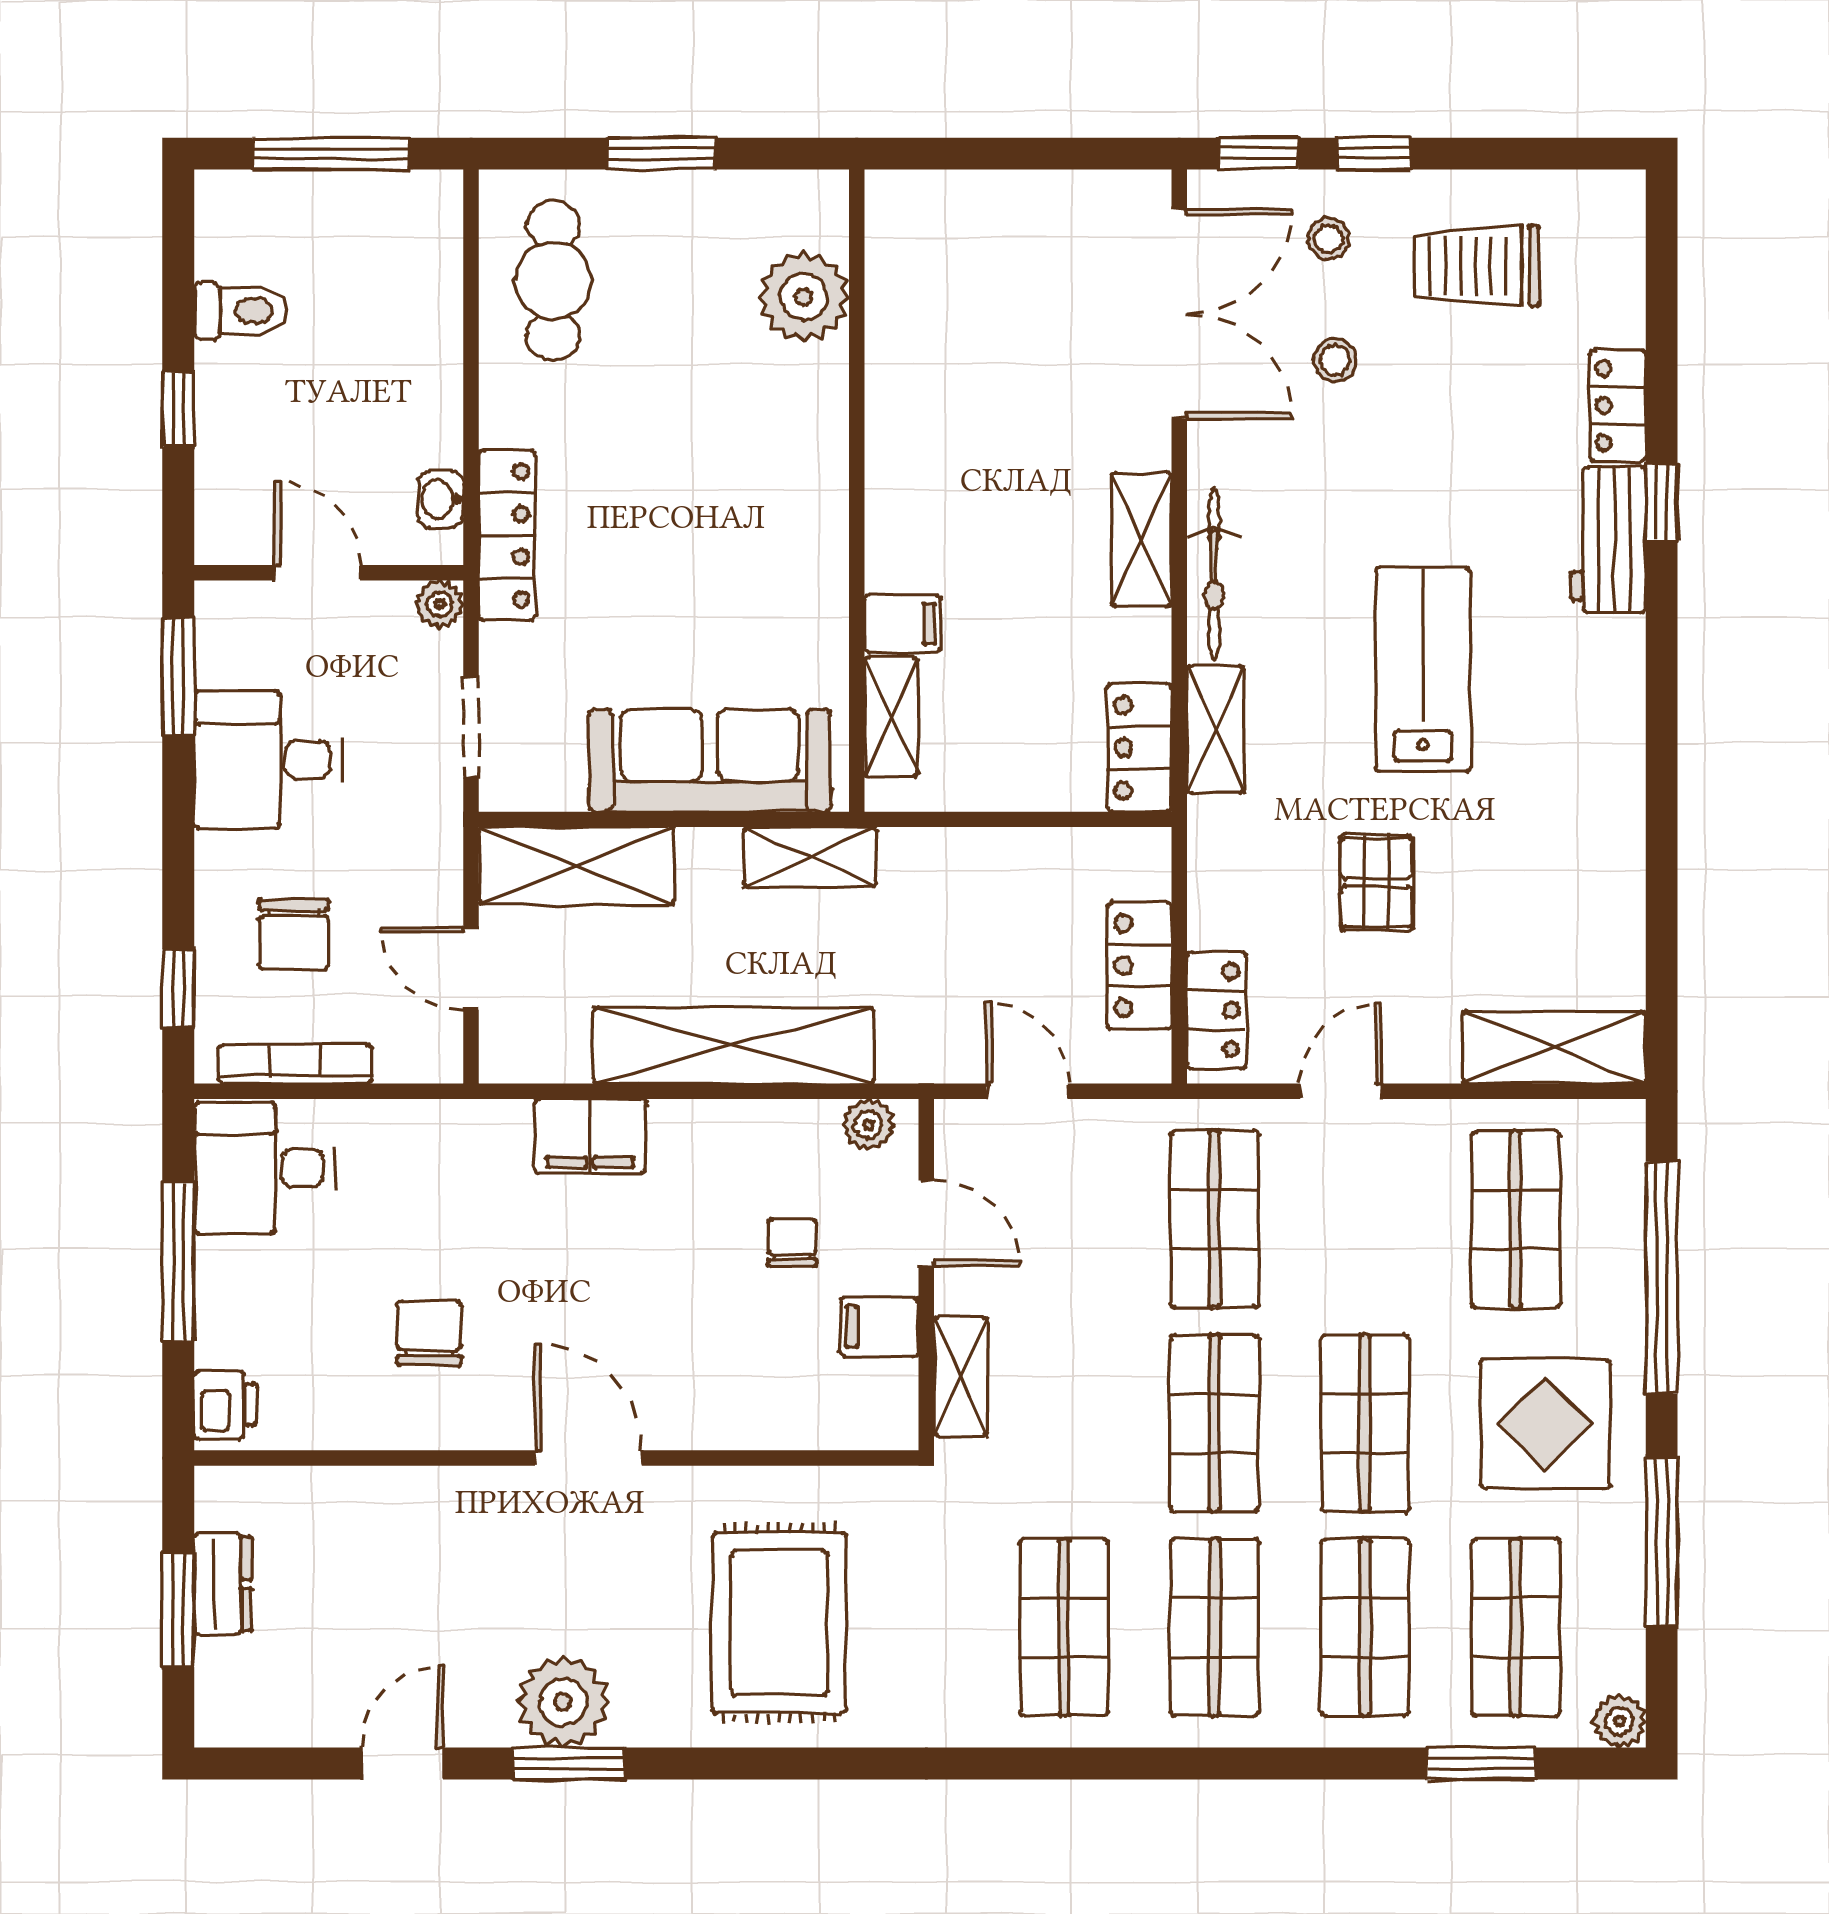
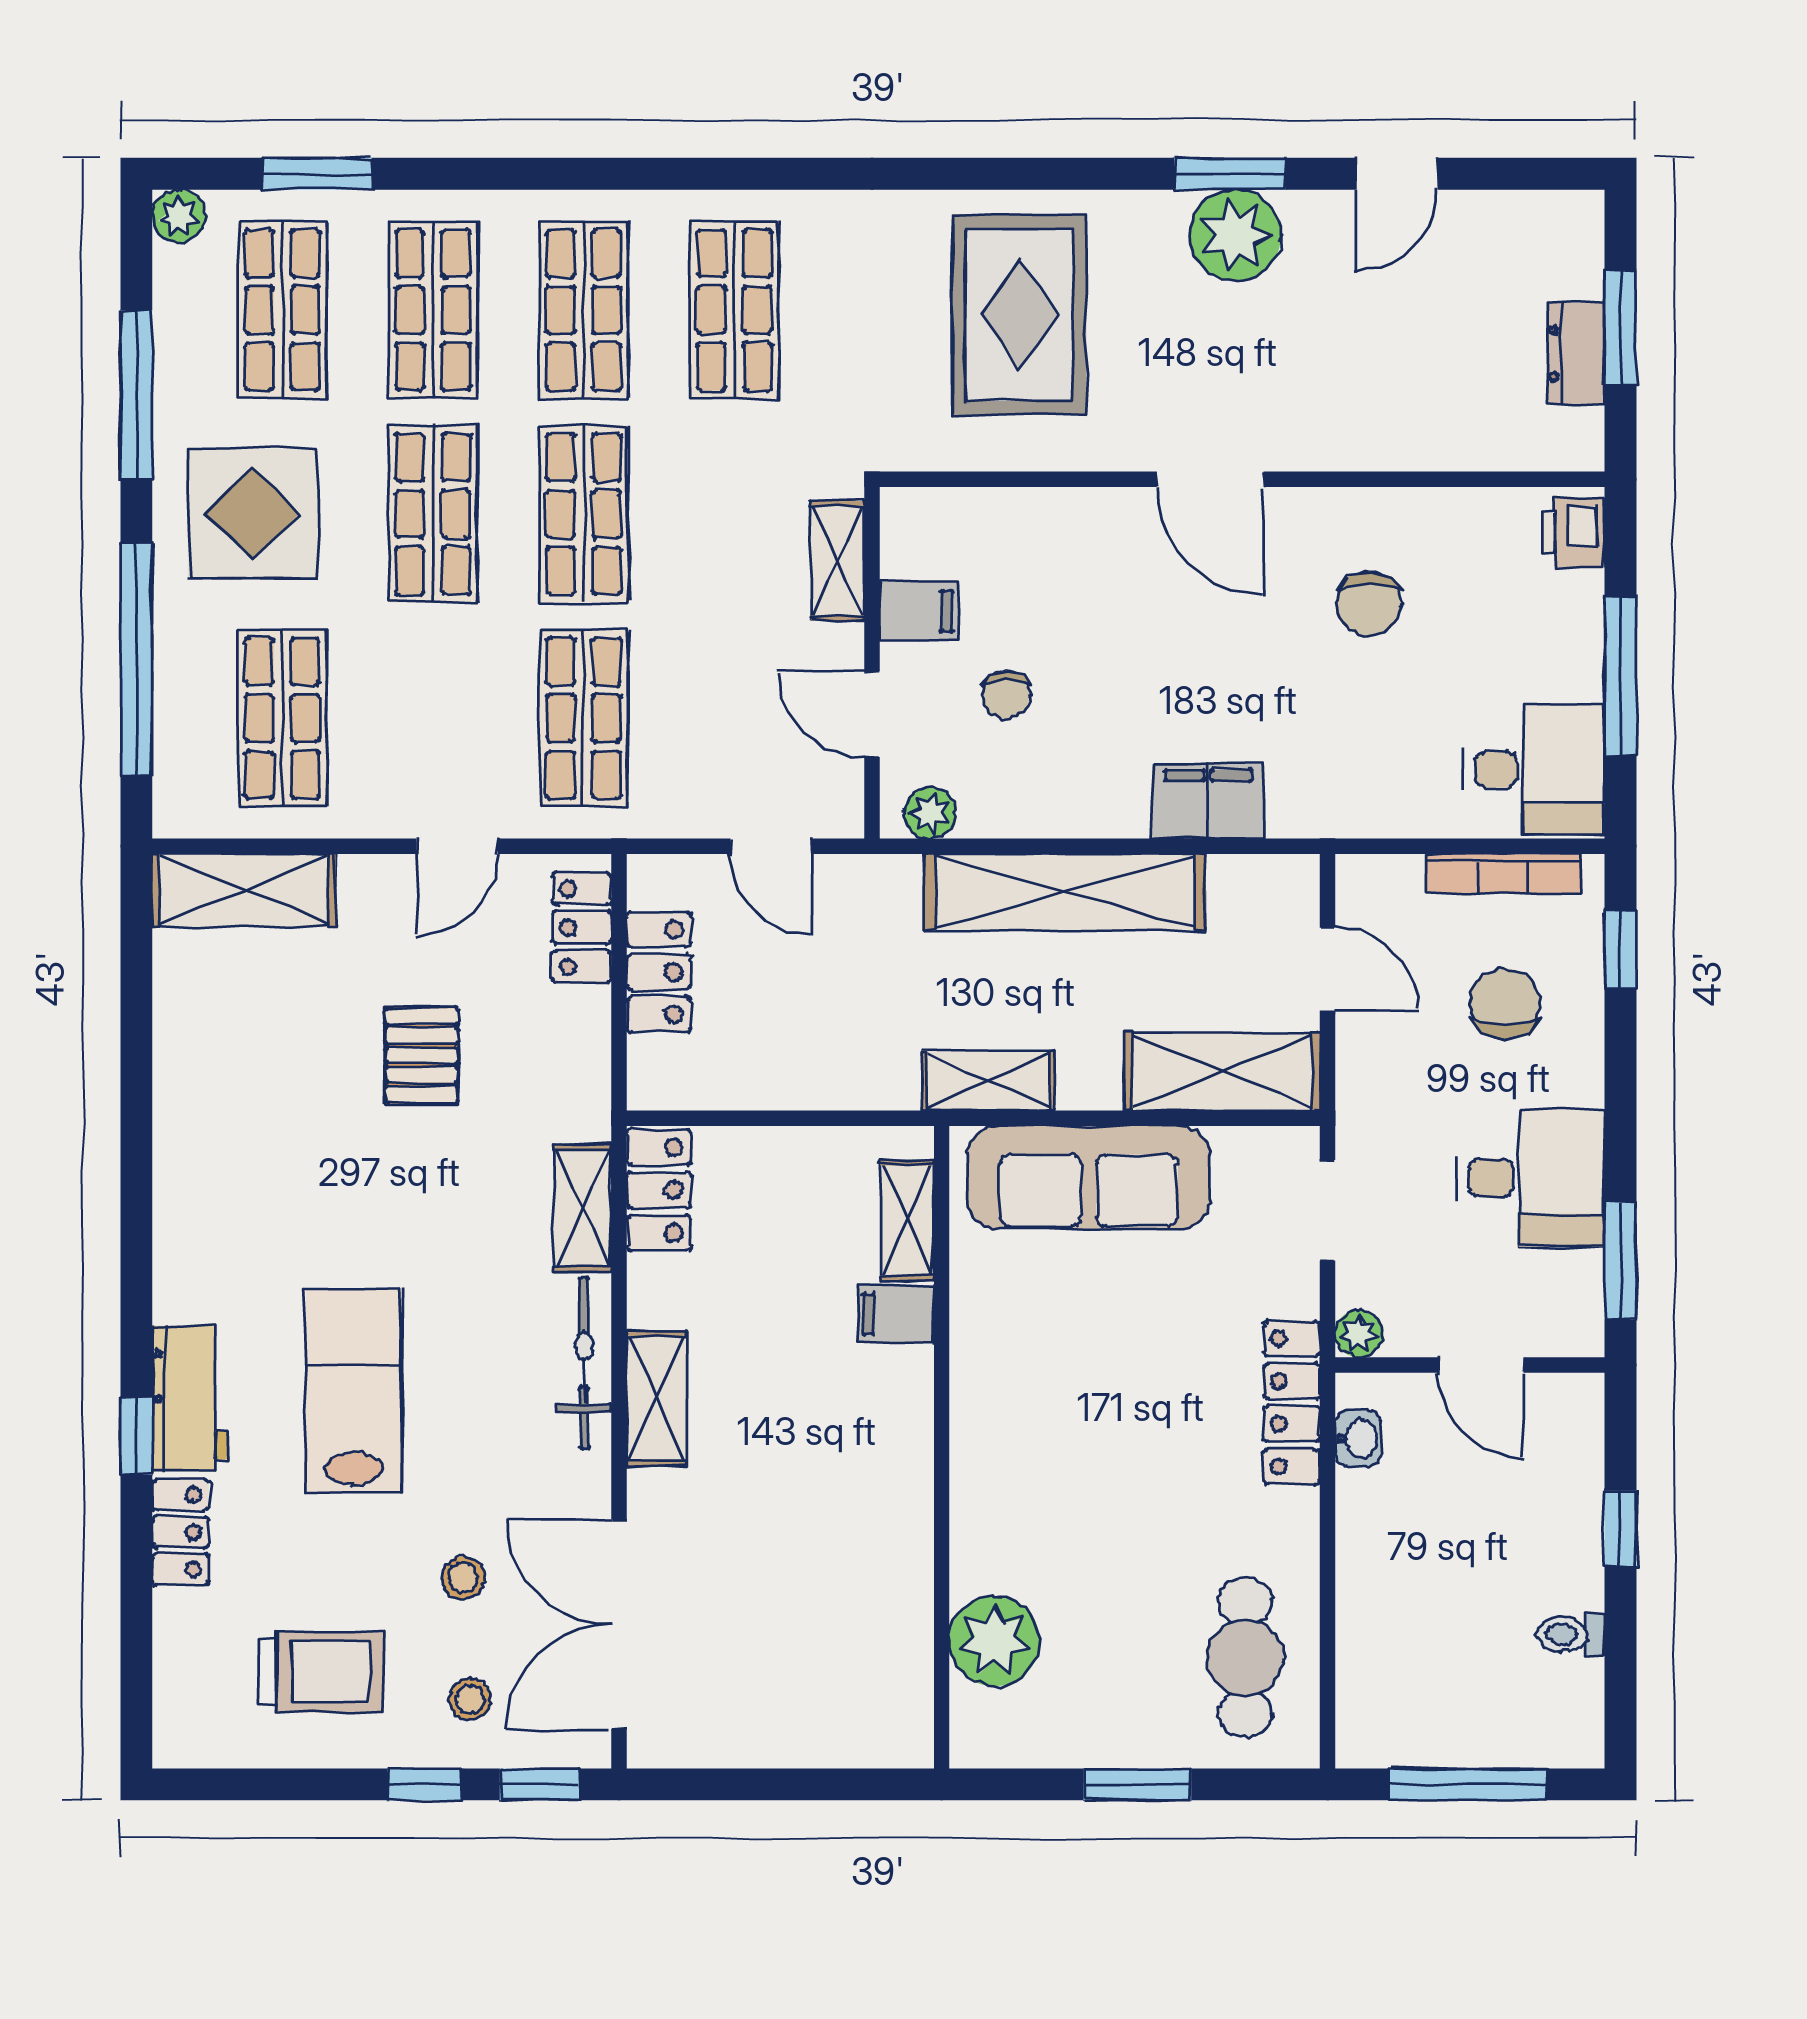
toilet: (241, 311) -> (1571, 1635), width x0.73, depth x0.72
lab bench: (1423, 670) -> (354, 1391), moved, turned 180

